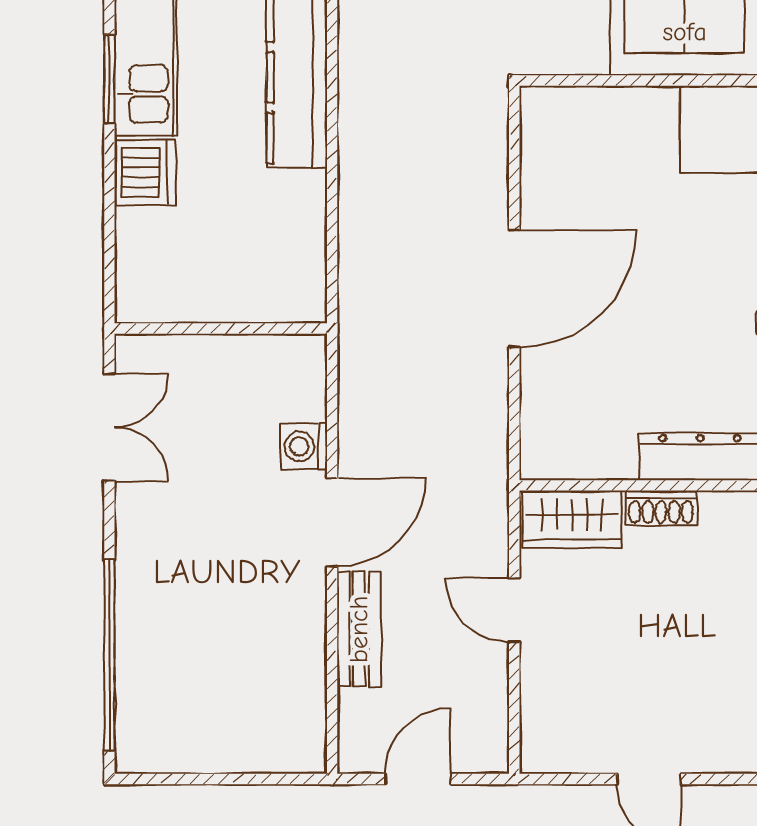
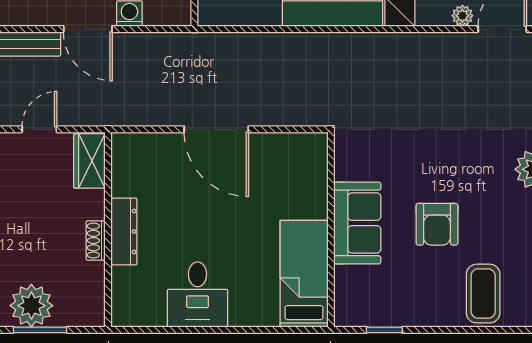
shoe rack: (661, 508) -> (96, 241), moved

